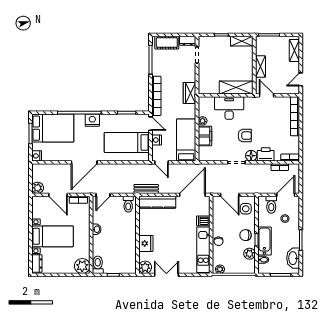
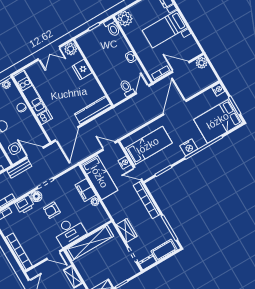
shelving: (236, 87) -> (90, 243), width x1.47
wardrobe: (190, 93) -> (127, 230), moved
desk: (229, 108) -> (69, 231), moved
bench: (146, 189) -> (19, 168), moved
toilet: (128, 204) -> (127, 88), moved

